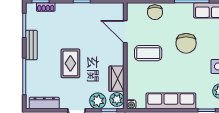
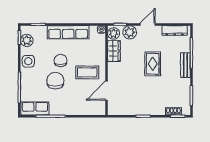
chair: (155, 12) -> (61, 61), moved
door: (125, 32) -> (107, 91), swing flipped
bench: (31, 45) -> (185, 65), moved

